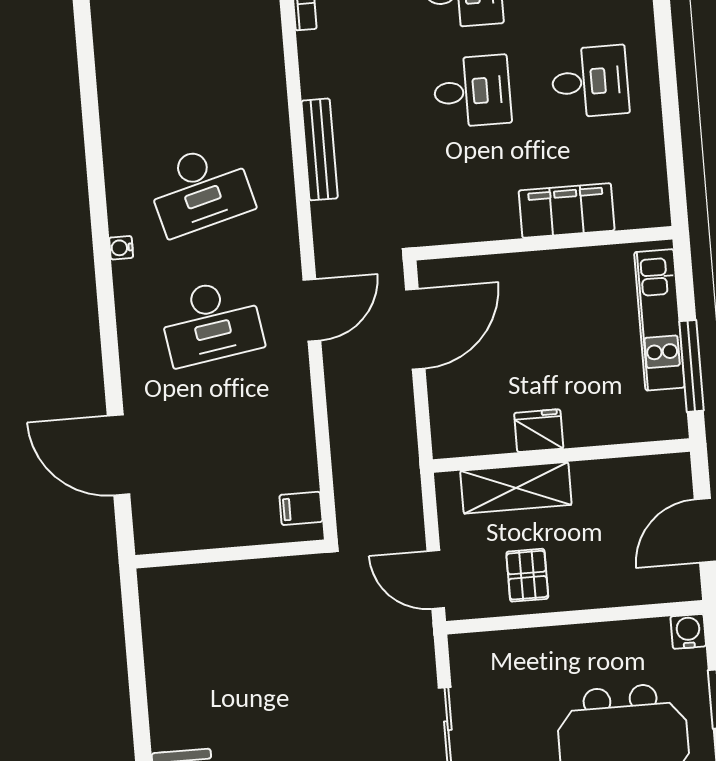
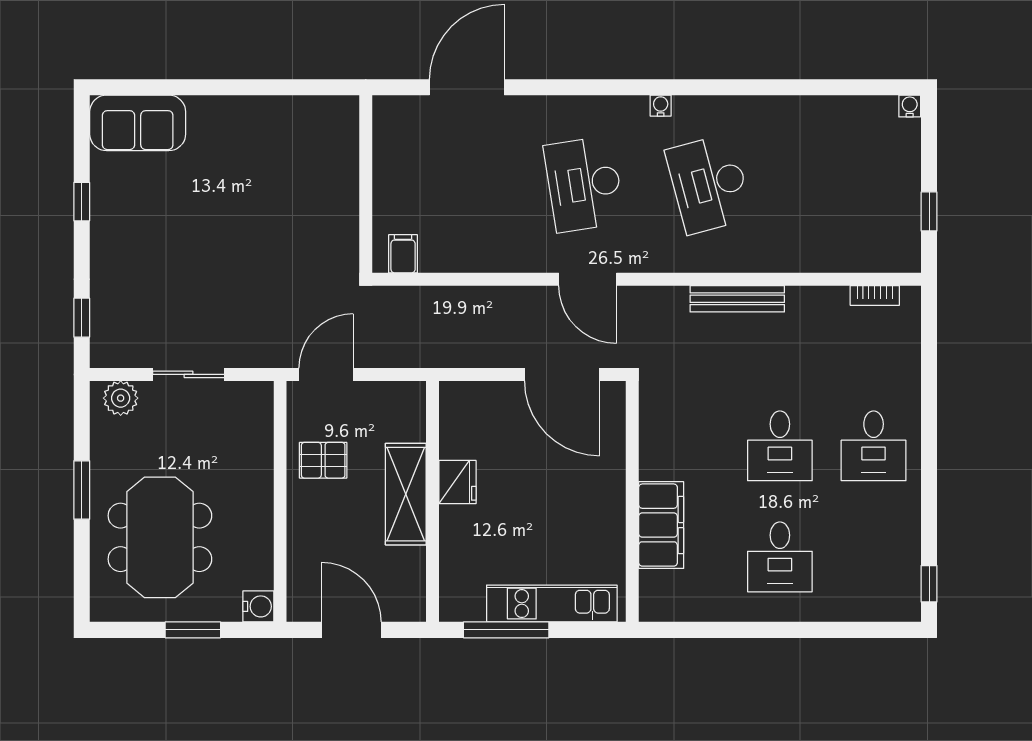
shelving: (516, 488) -> (406, 494), moved

